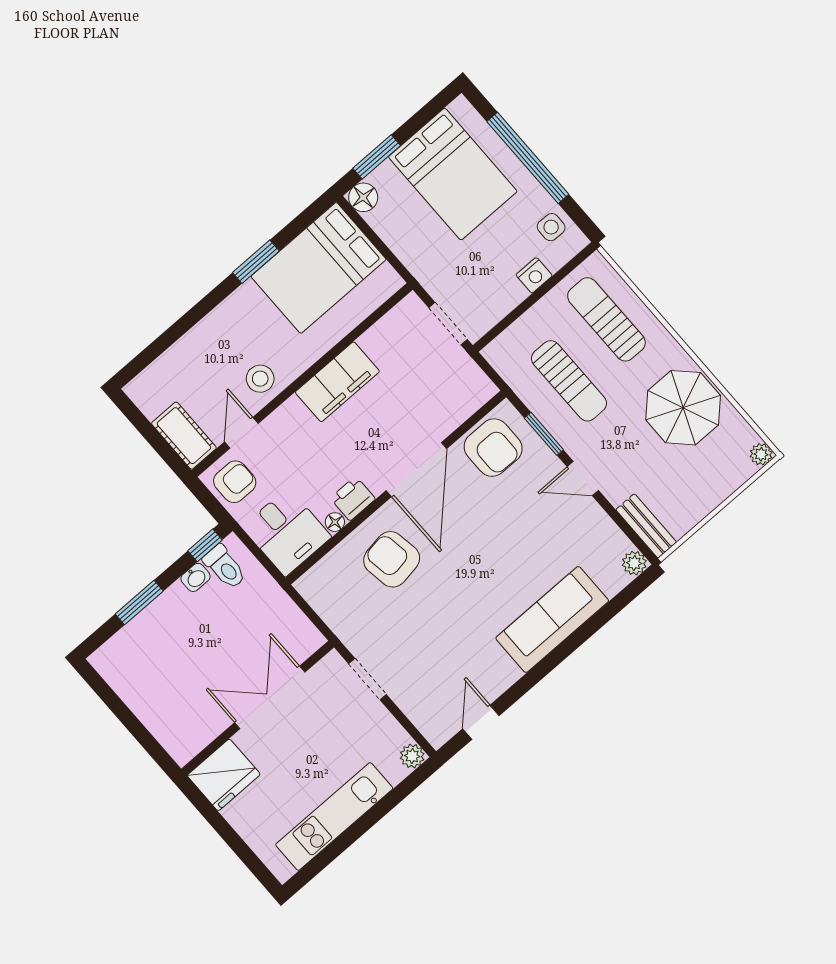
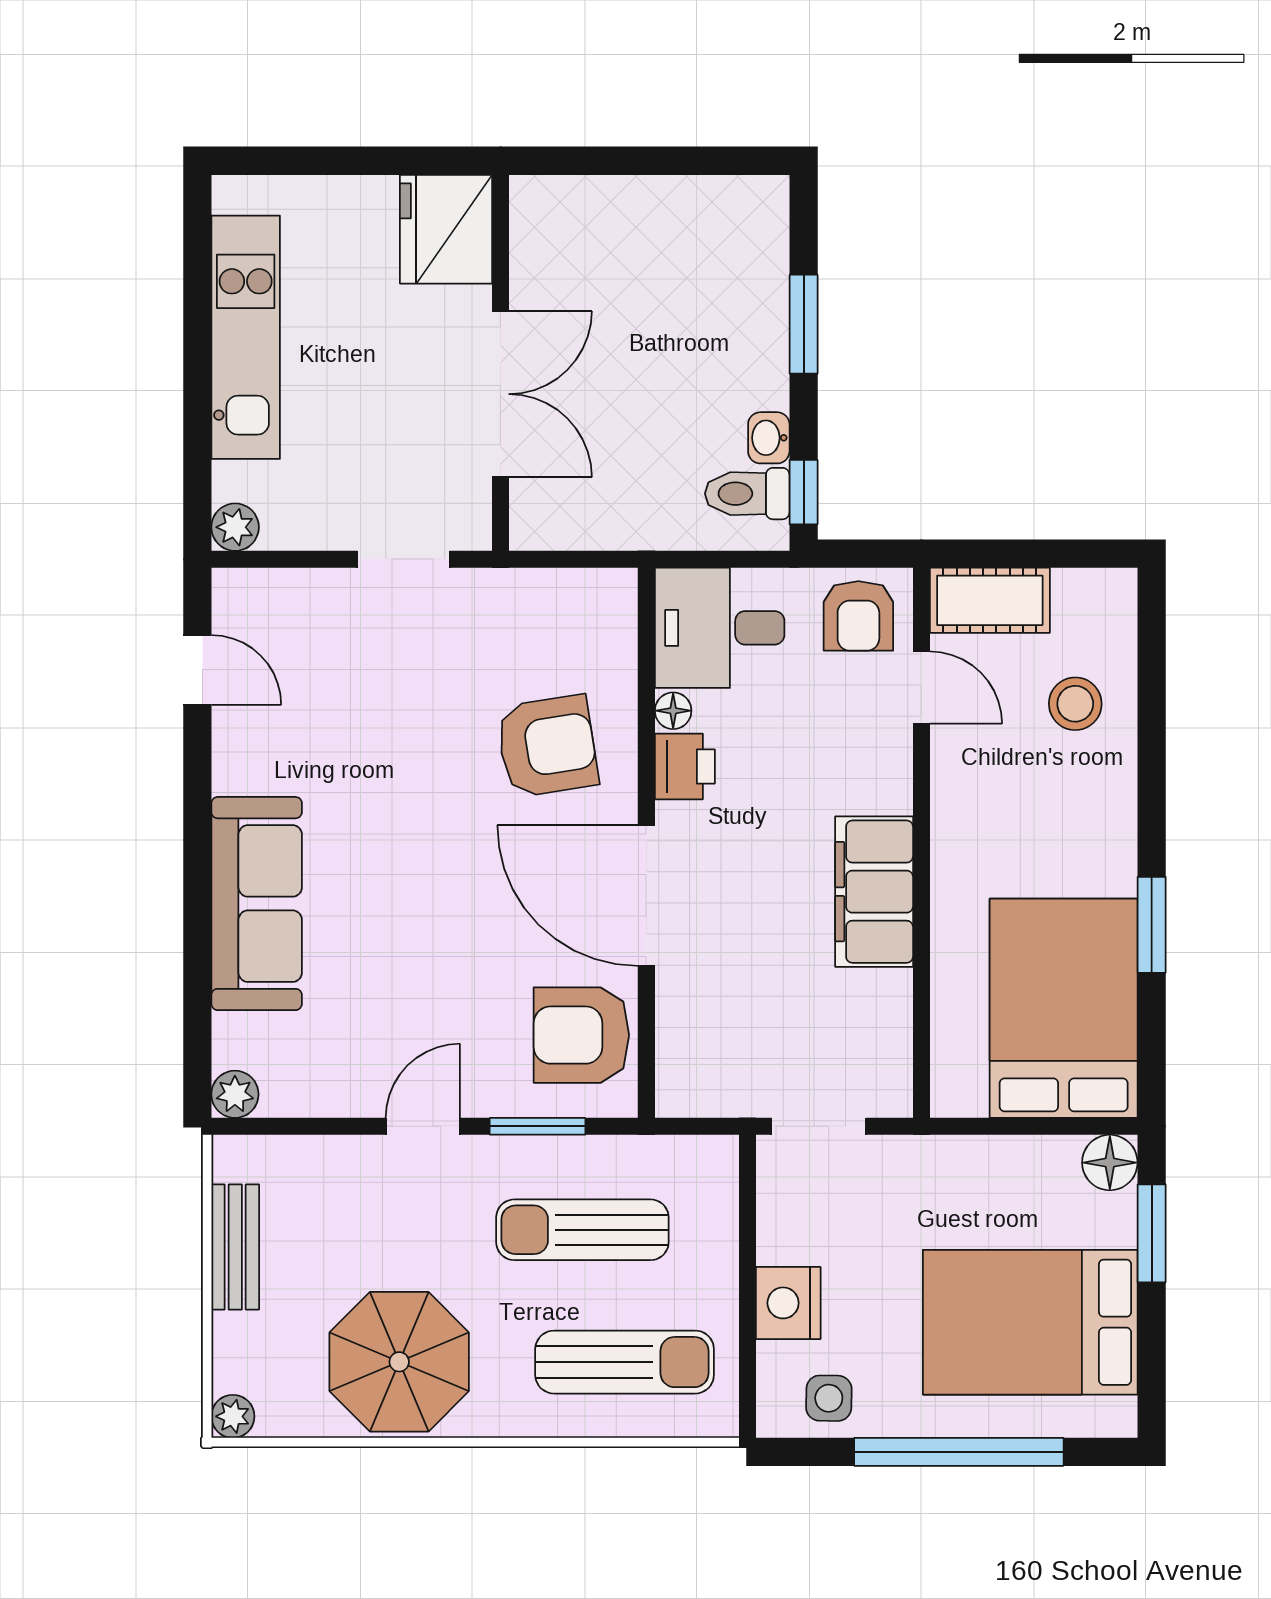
nightstand: (534, 275) -> (788, 1303), width x1.36, depth x1.33
stool: (260, 379) -> (1075, 704), moved
bench: (646, 526) -> (235, 1247), moved, turned 90

